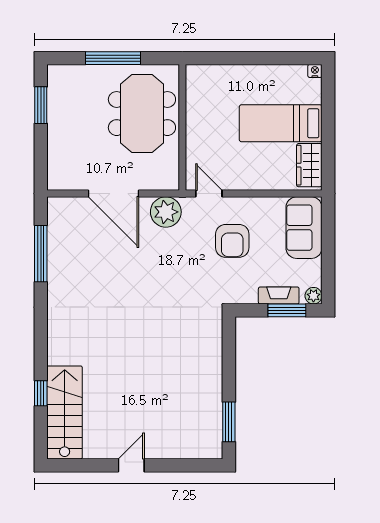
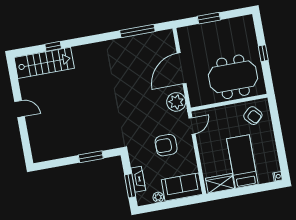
window: (113, 58) -> (263, 53), width x0.46
armchair: (210, 93) -> (253, 116), added
window: (41, 105) -> (209, 18), moved
plant: (313, 296) -> (158, 197), moved
window: (229, 422) -> (91, 157), moved

